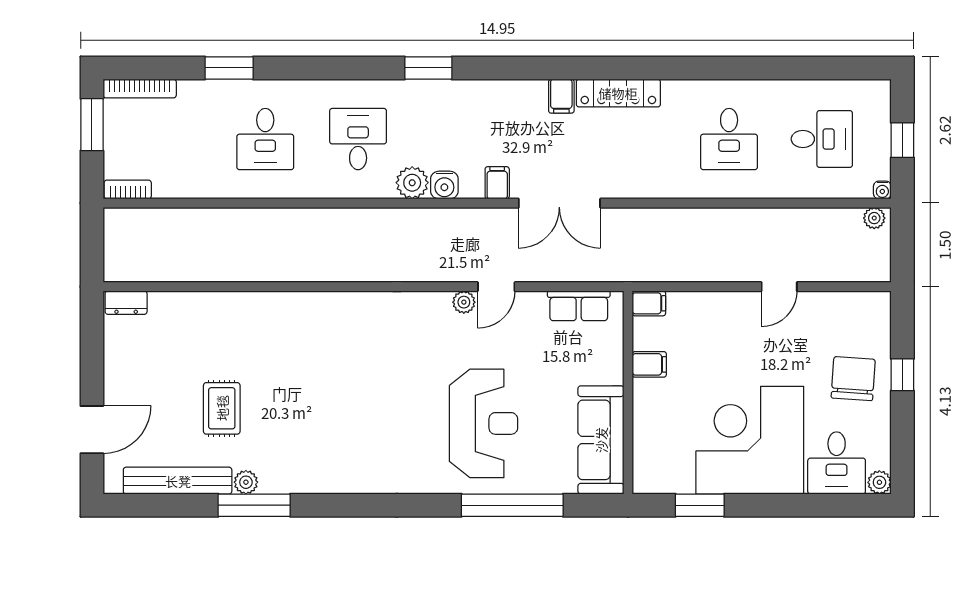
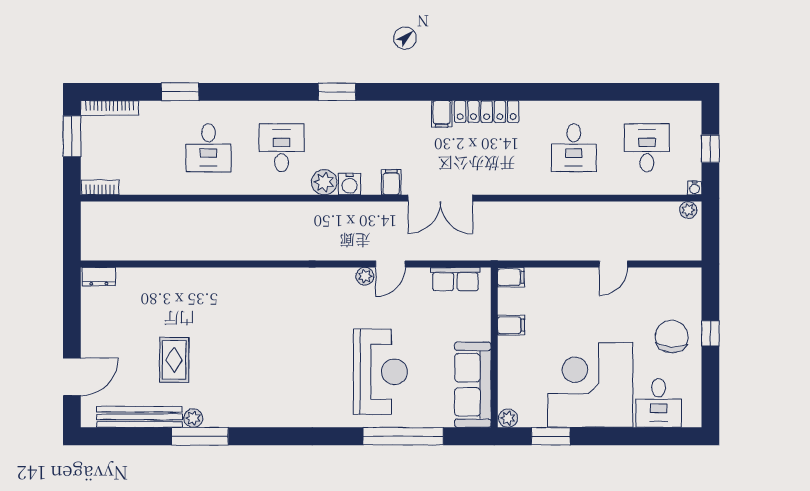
desk: (822, 139) -> (647, 148), turned -90
plant: (879, 482) -> (508, 418), moved

